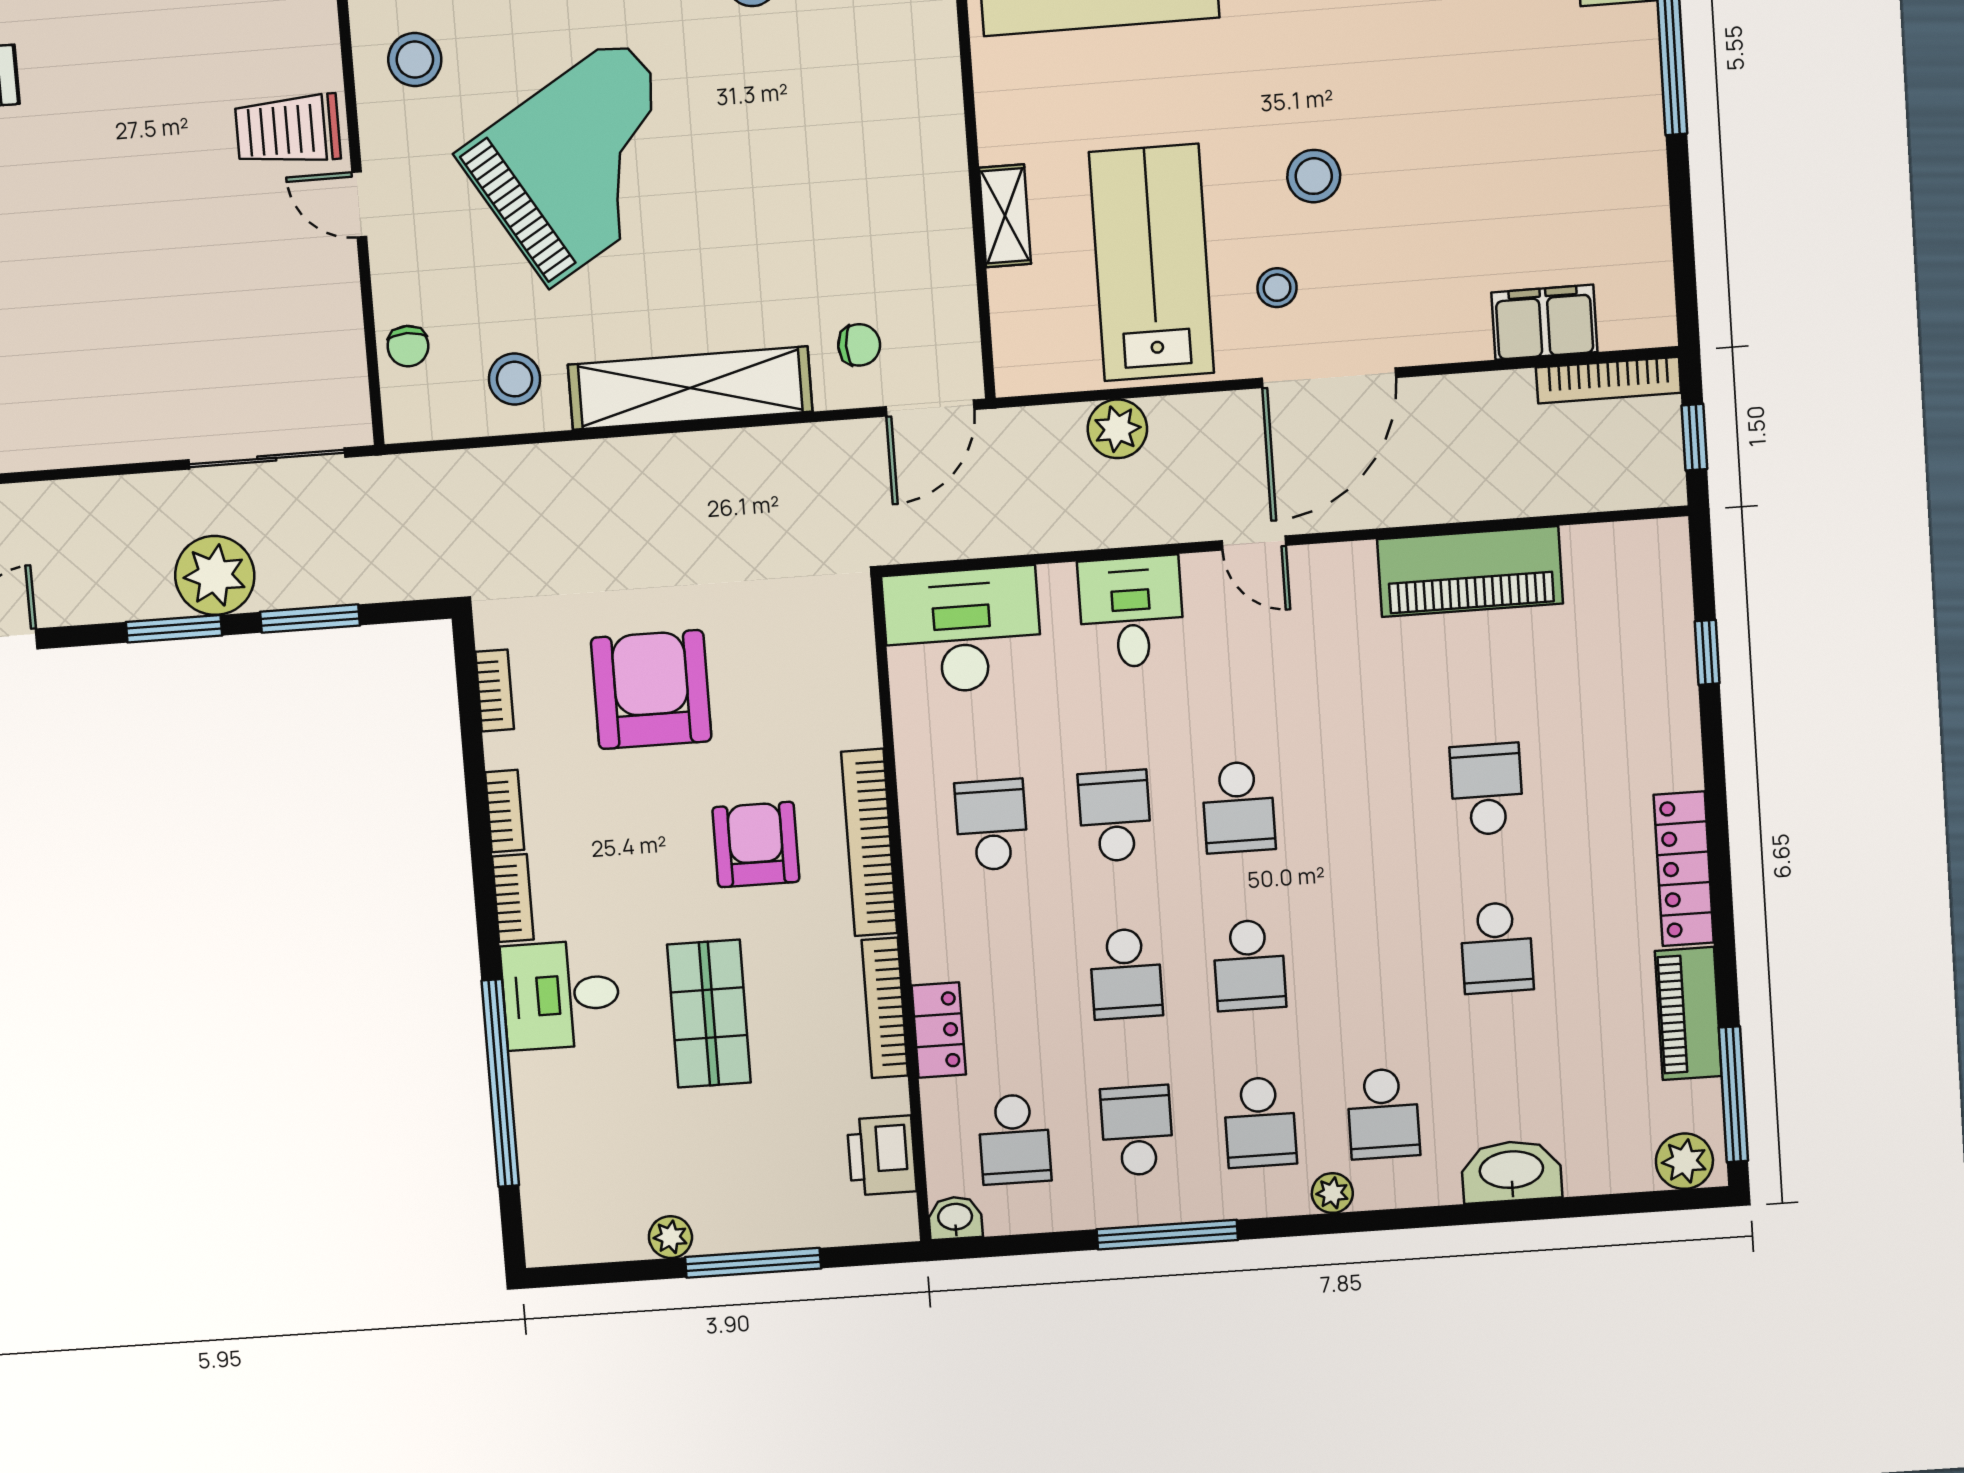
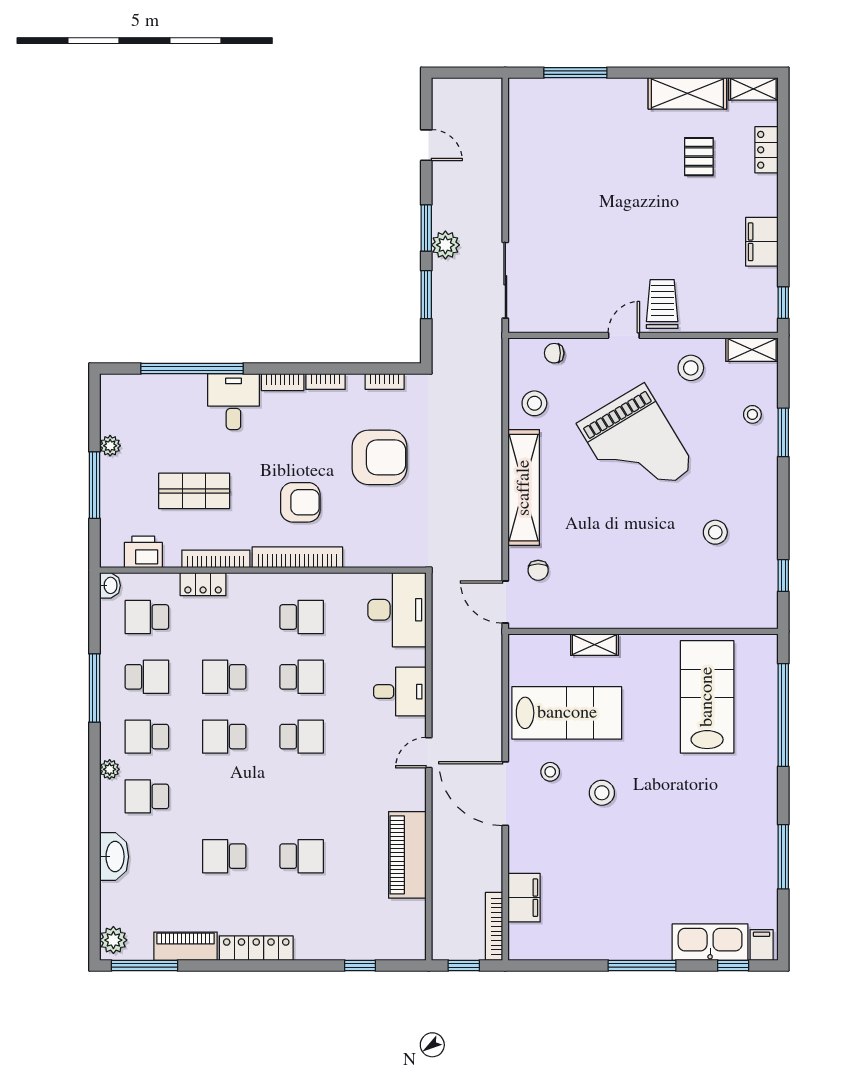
plant: (1117, 429) -> (489, 691), removed
plant: (215, 575) -> (445, 245), width x0.73, depth x0.73
school desk: (1238, 807) -> (302, 737), turned 180
shop shelf: (709, 1014) -> (194, 491), moved

